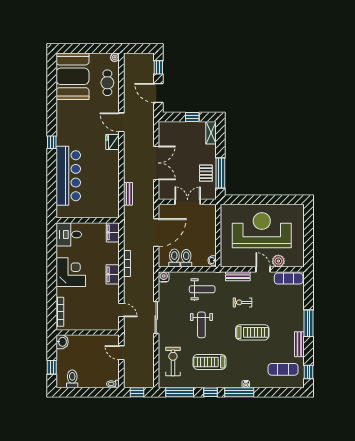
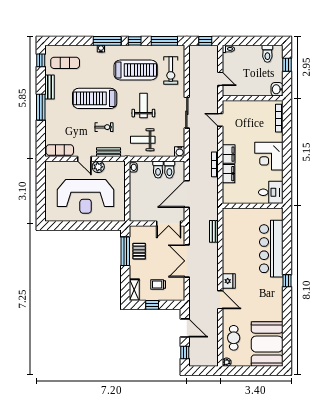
trolley: (186, 138) -> (158, 285), added
double door: (188, 202) -> (169, 224), moved
filing cabinet: (113, 232) -> (229, 174), moved
plant: (278, 261) -> (98, 167), moved
treadmill: (252, 332) -> (95, 98), width x1.37, depth x1.38
treadmill: (210, 362) -> (136, 70), width x1.37, depth x1.38

